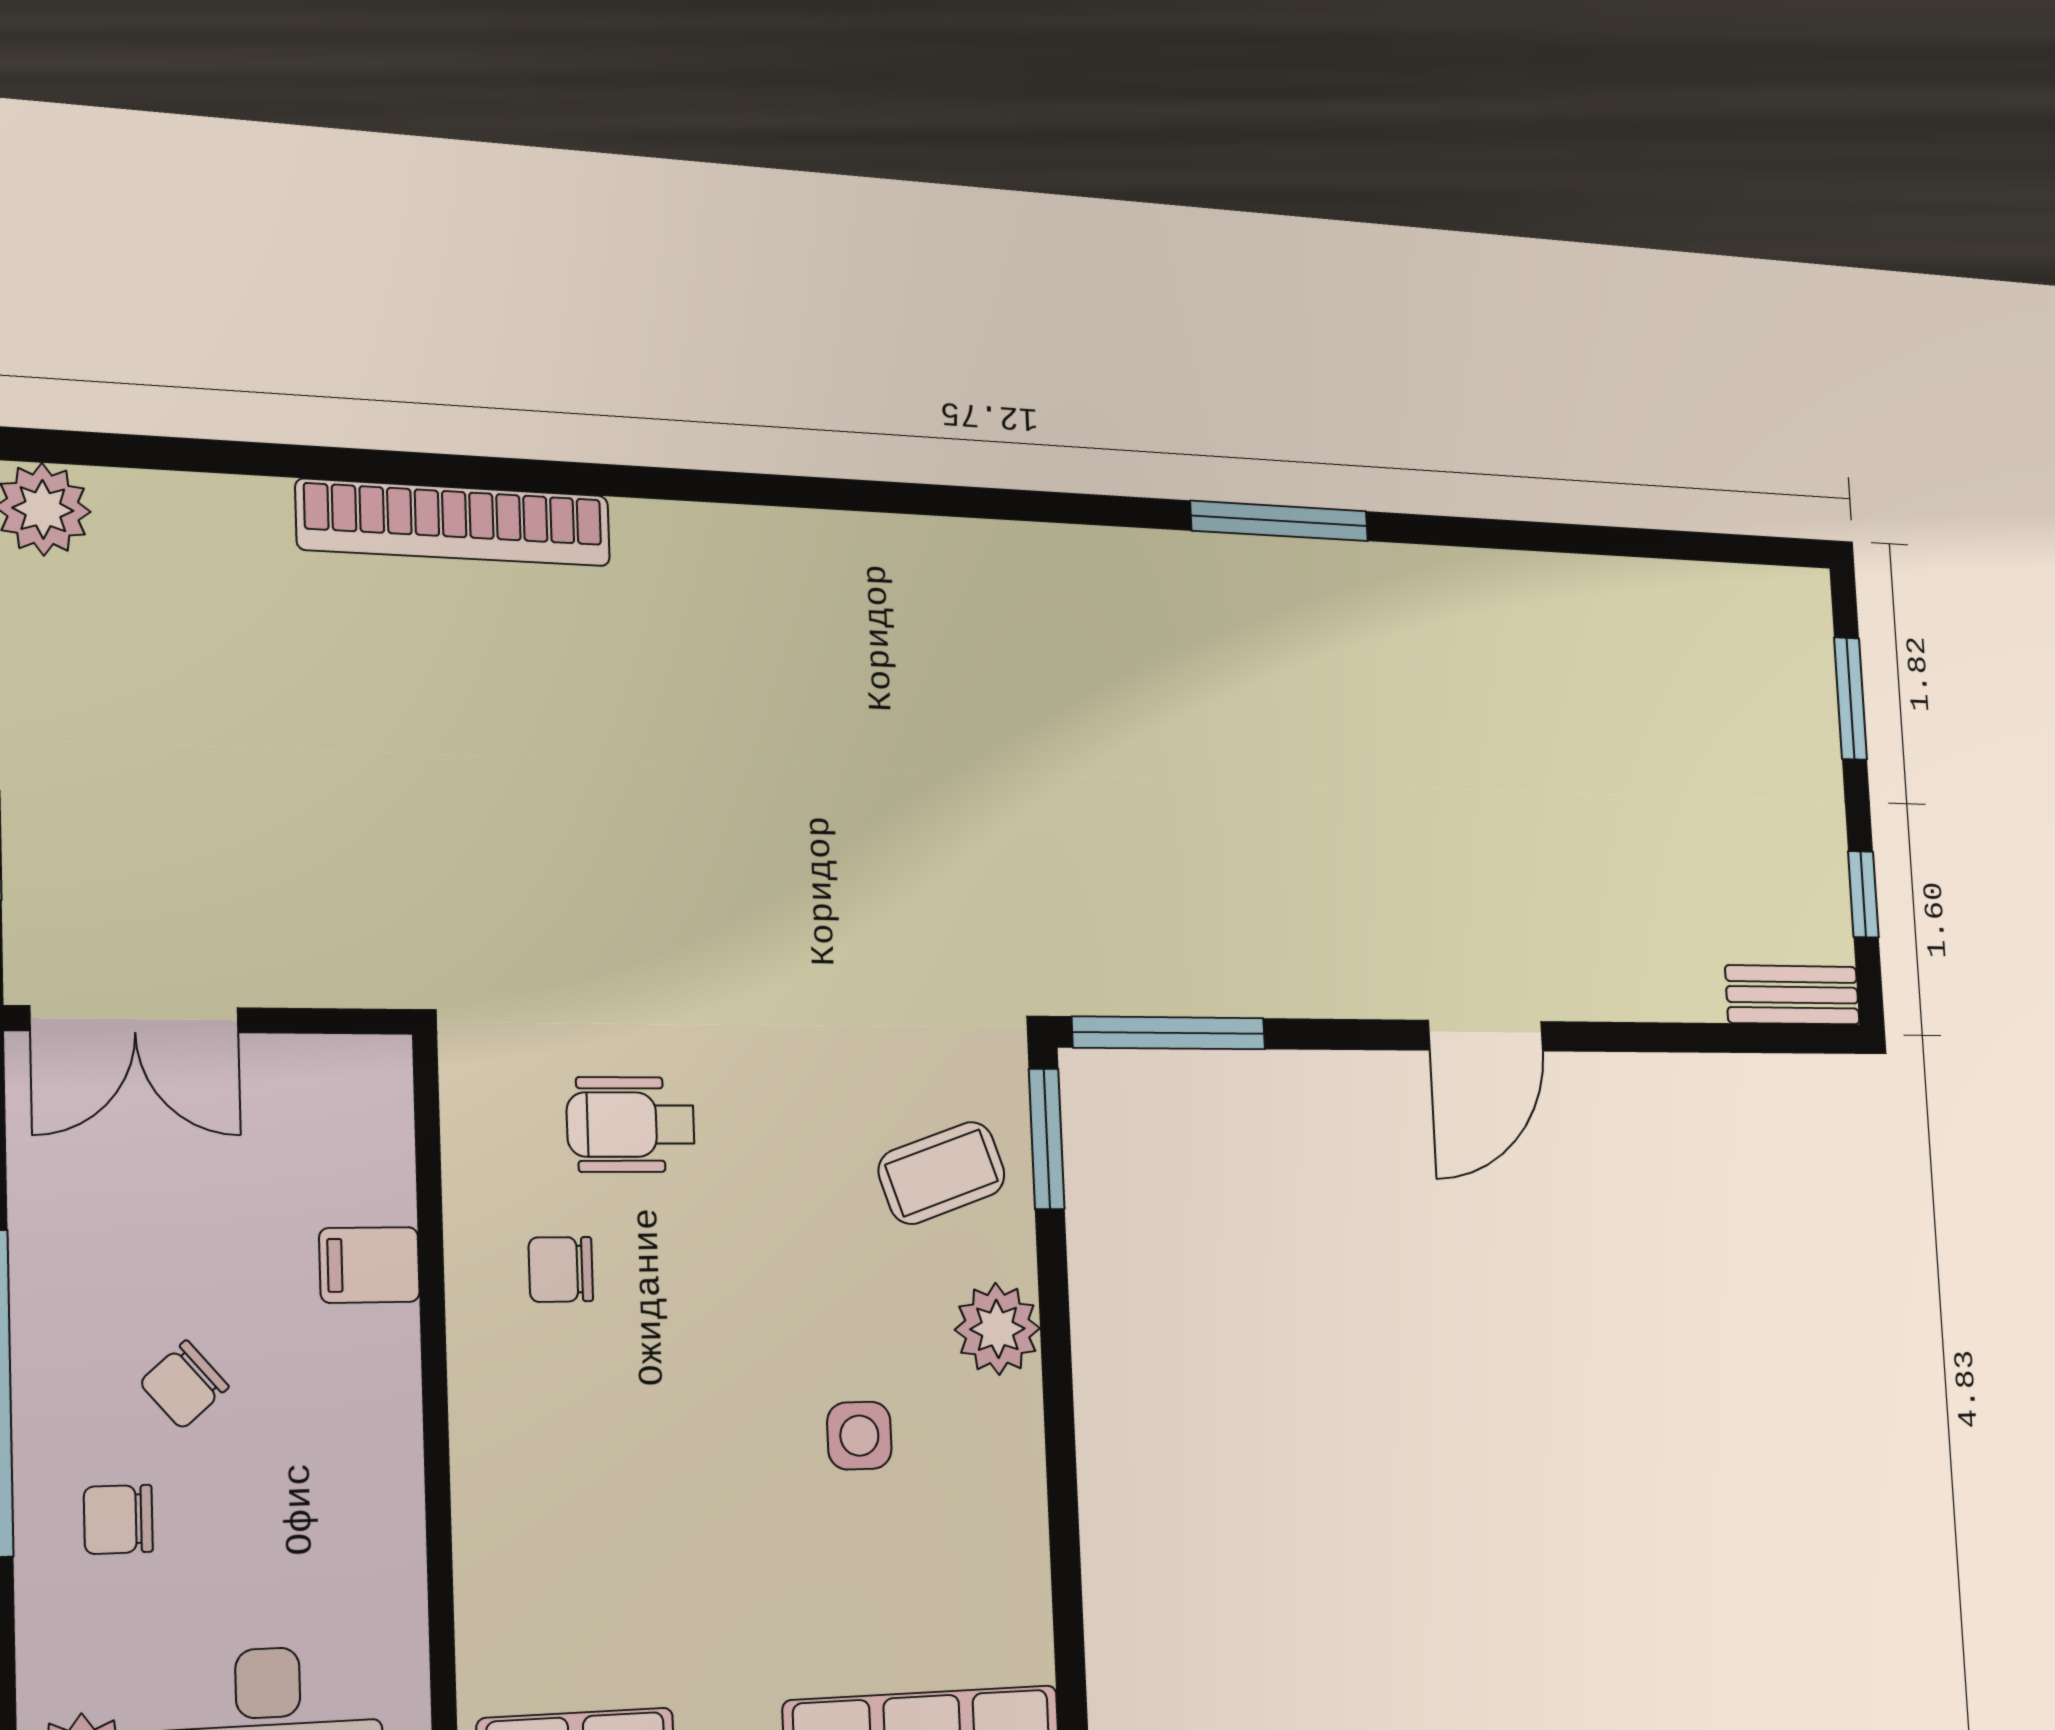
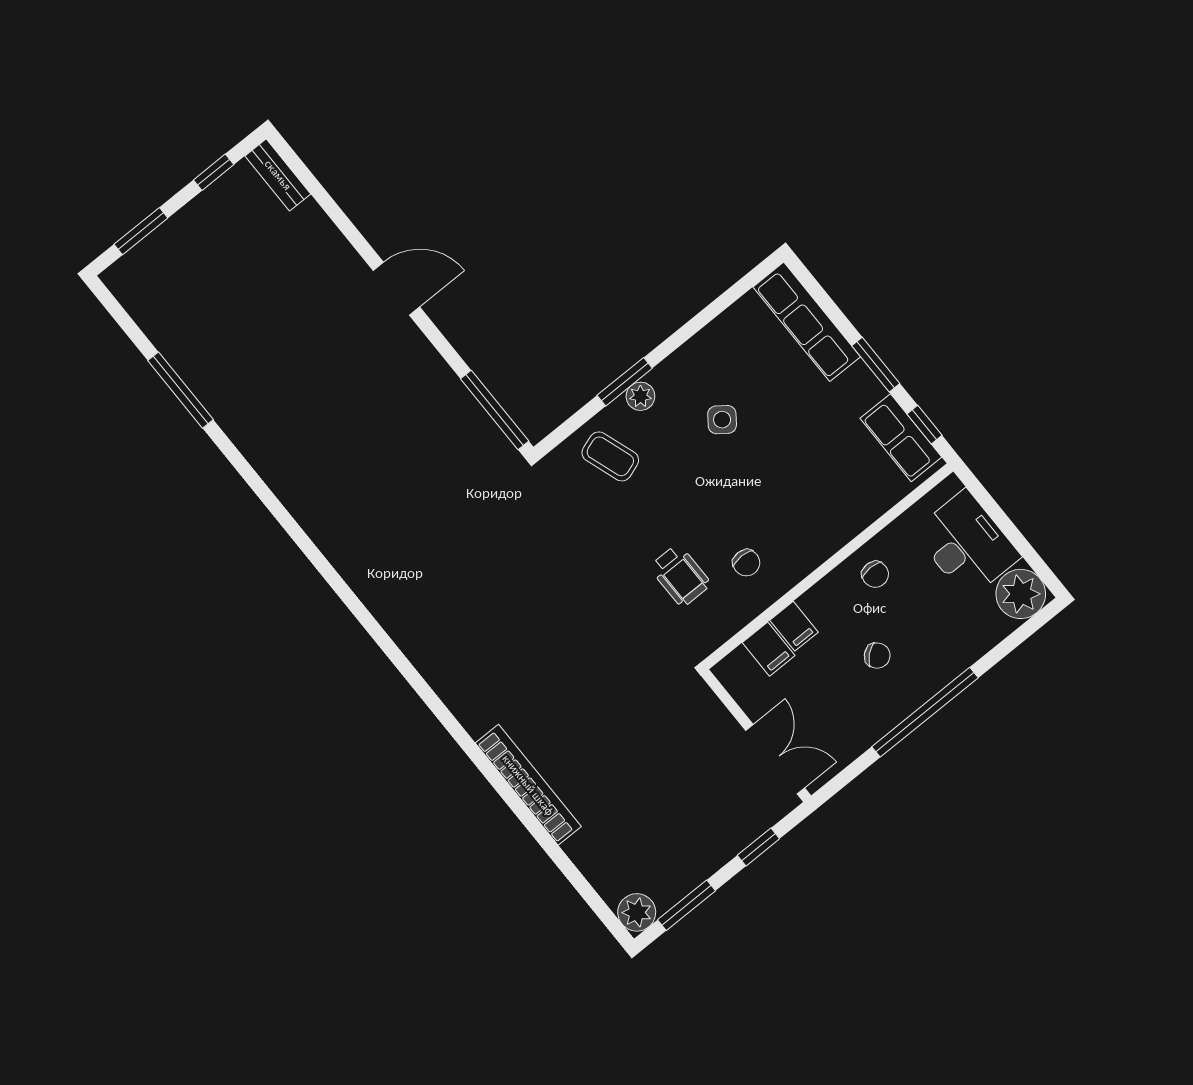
window: (1280, 521) -> (181, 390), moved
window: (1047, 1139) -> (625, 382), moved
filing cabinet: (363, 1180) -> (769, 649), added
plant: (997, 1329) -> (640, 396), width x0.73, depth x0.73
side table: (859, 1436) -> (722, 420), turned 37
chair: (118, 1519) -> (875, 574), moved

